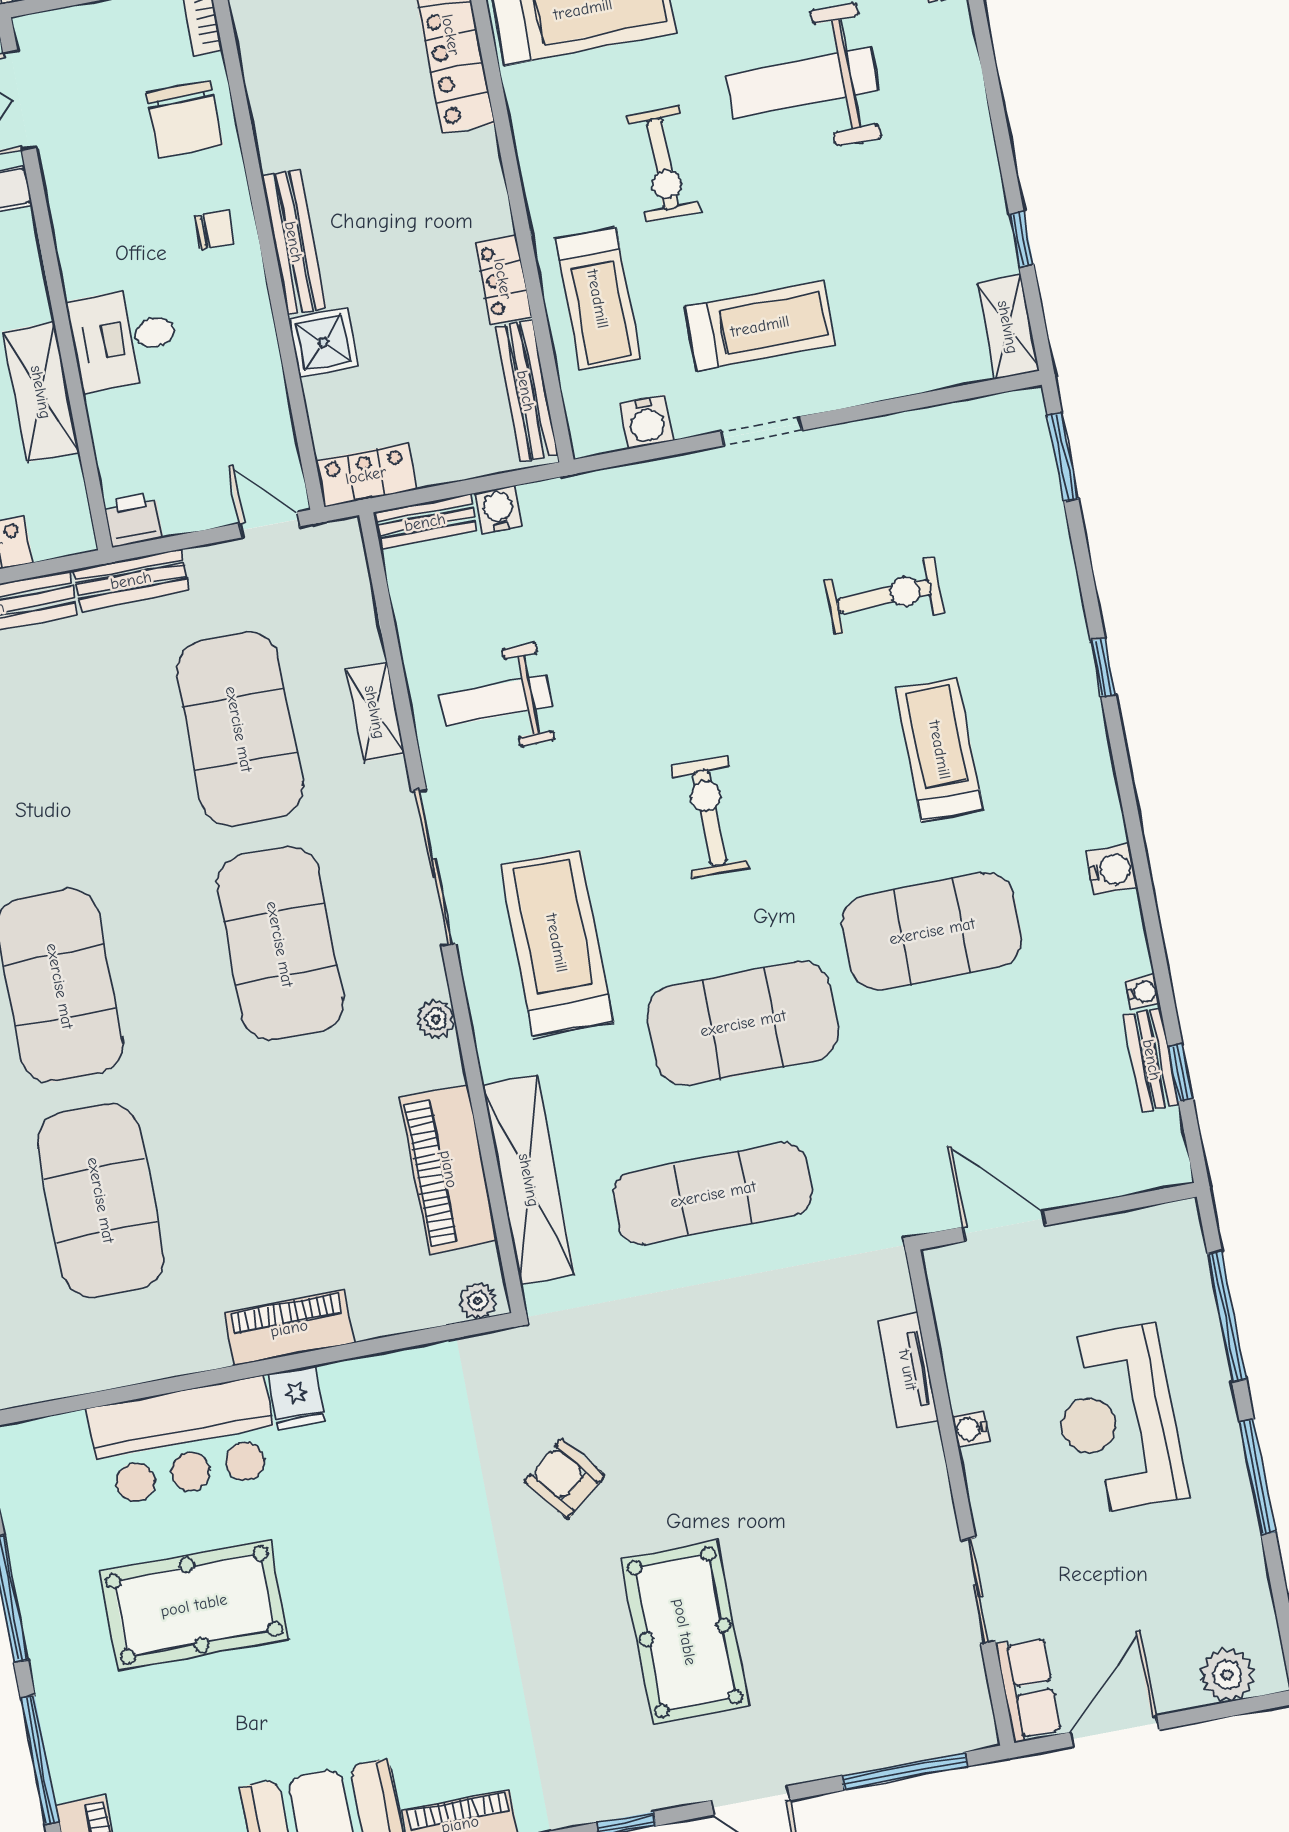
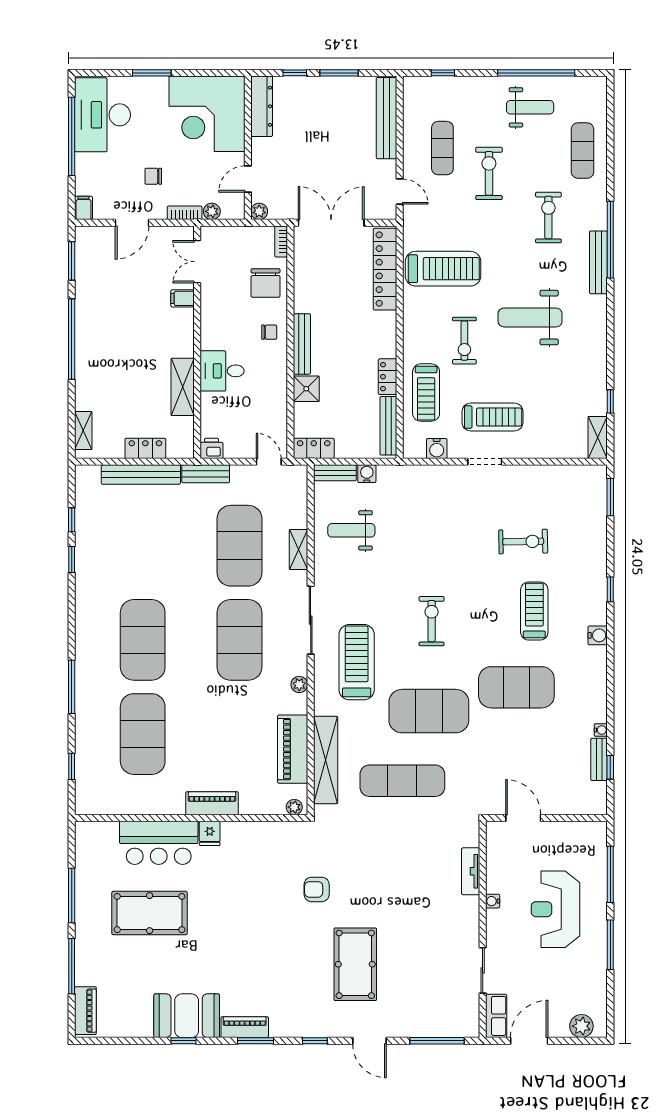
weight bench: (496, 701) -> (351, 530), moved
water cooler: (1112, 869) -> (598, 635), moved
armchair: (565, 1479) -> (317, 889), turned -51

